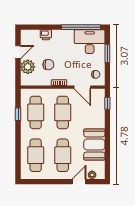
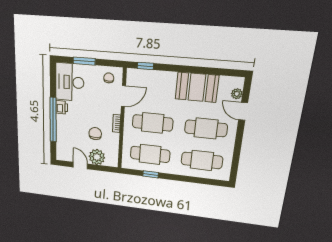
window: (81, 27) -> (53, 120), moved
printer: (46, 35) -> (62, 107), moved

